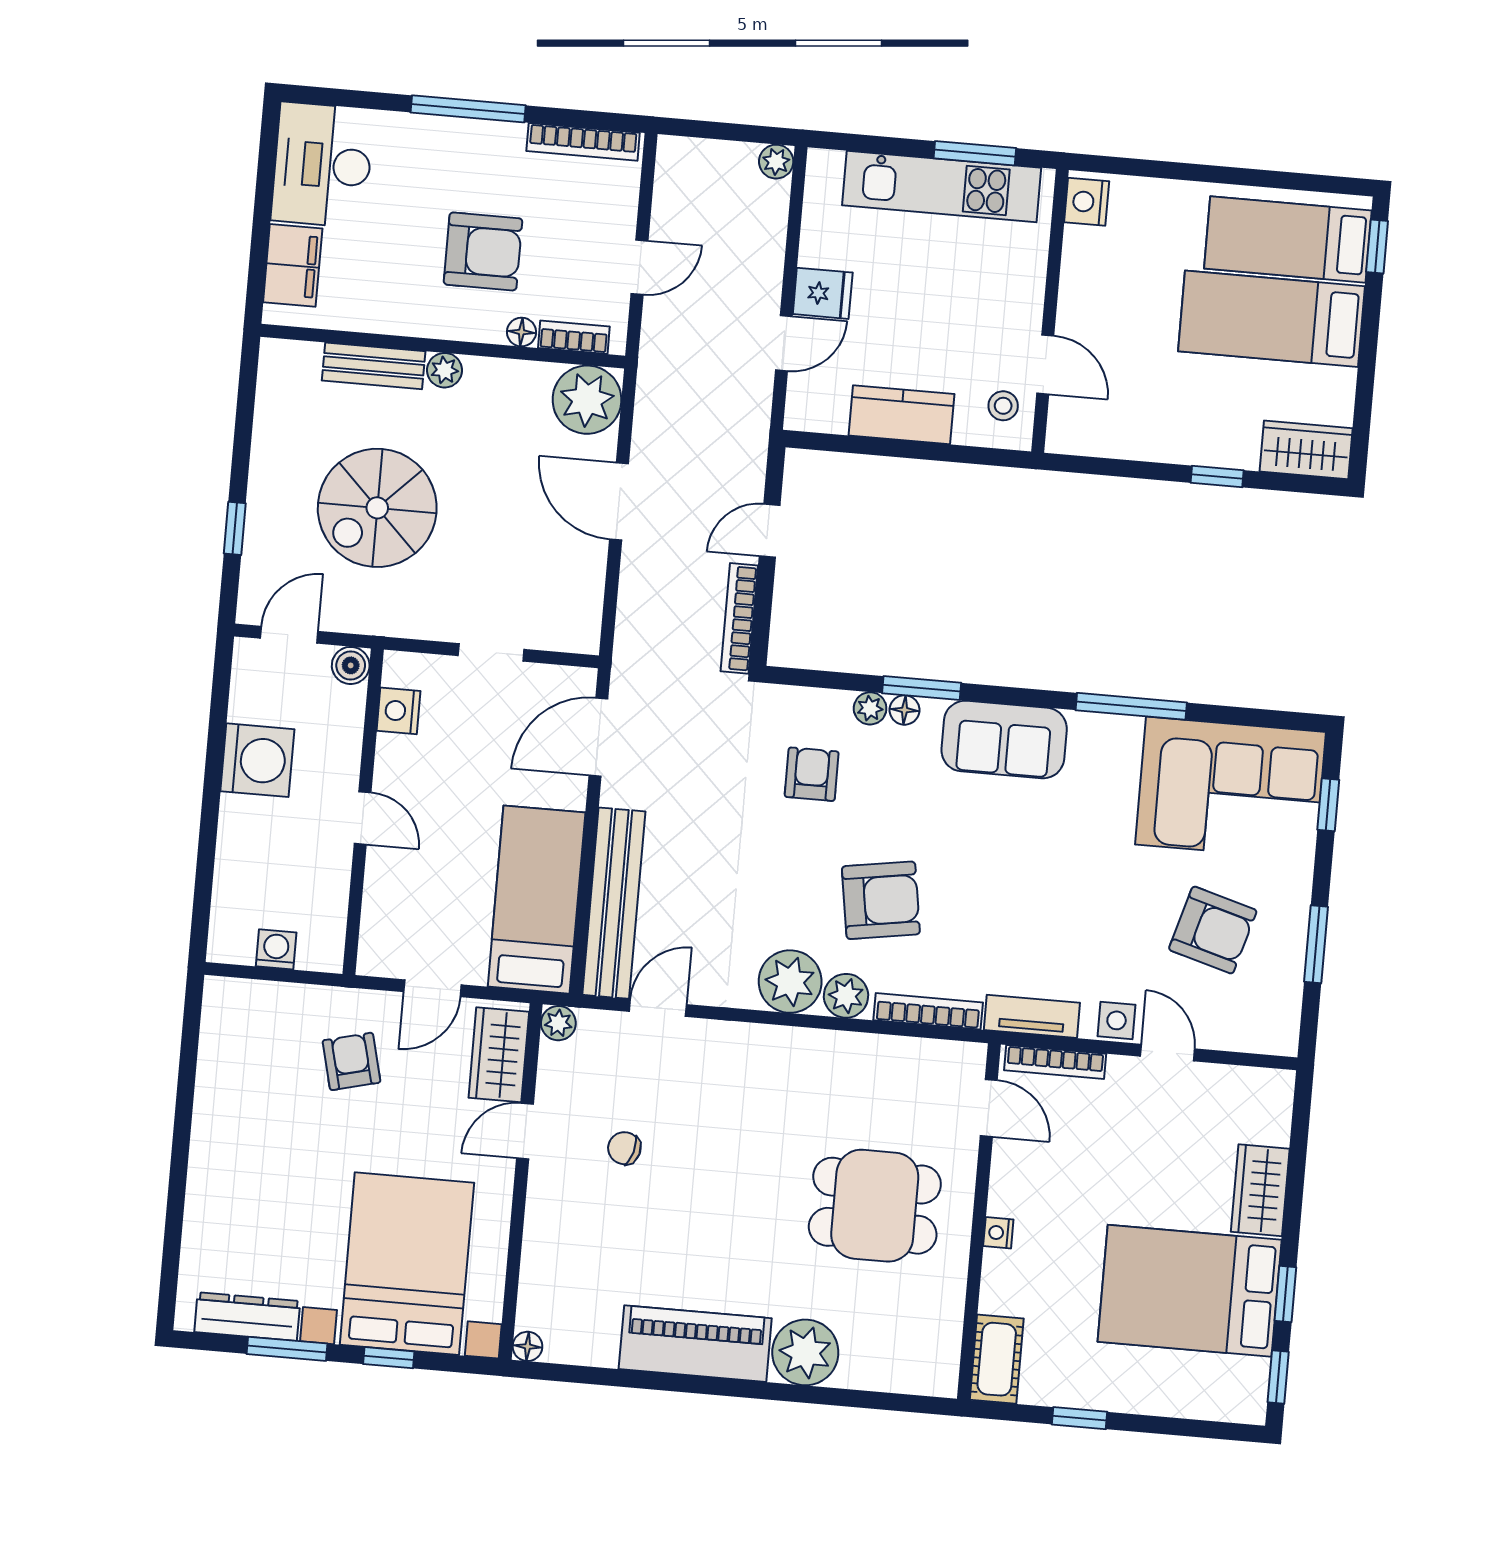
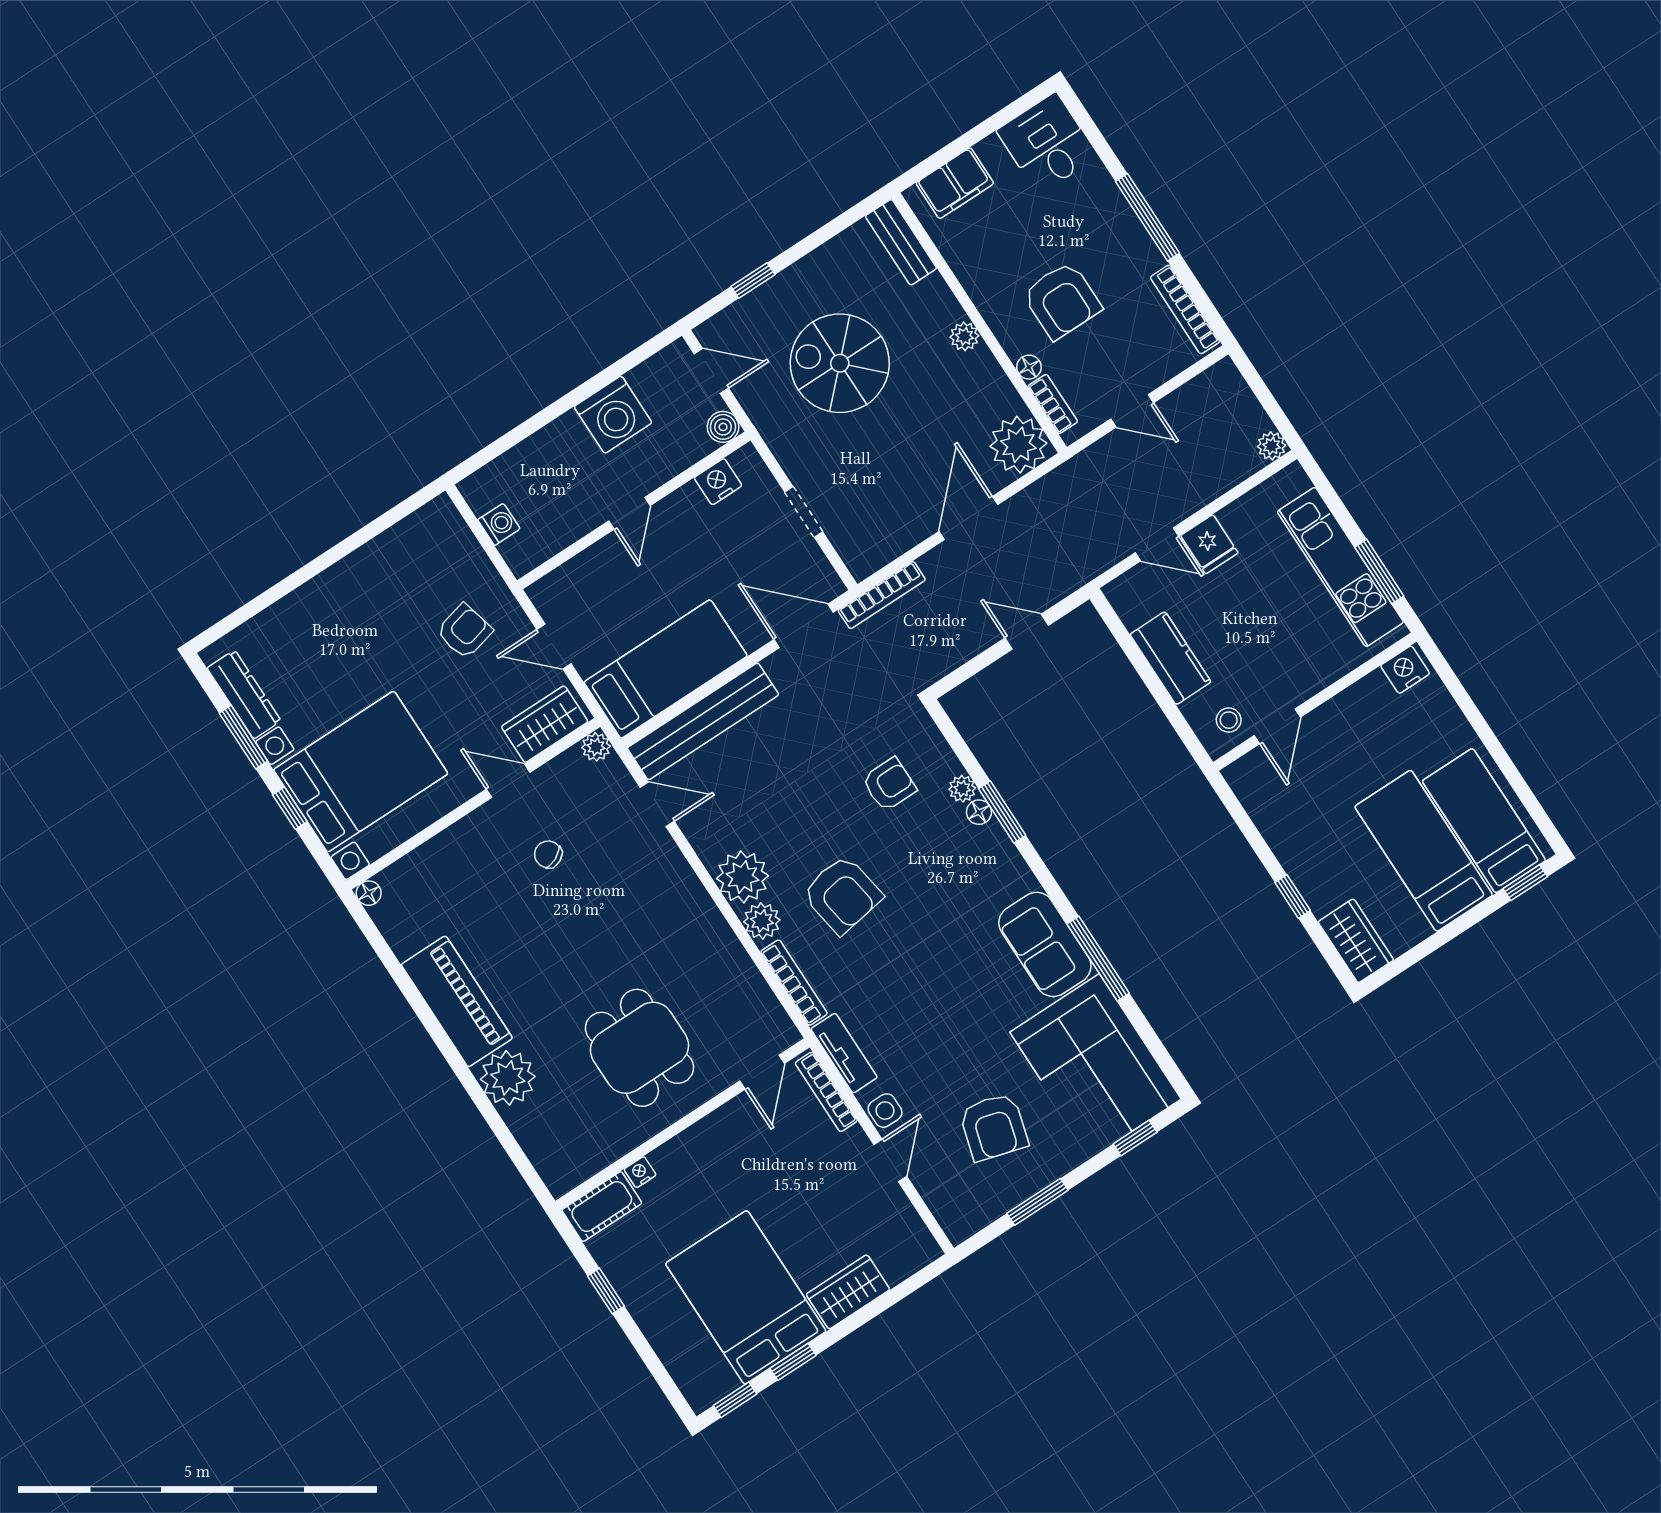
desk: (322, 165) -> (1047, 143), width x0.73
bench: (374, 366) -> (901, 242), moved
bookcase: (739, 618) -> (882, 595), moved, turned 180
sofa: (1004, 740) -> (1045, 944), moved
chair: (624, 1148) -> (548, 854), turned -42
nightstand: (998, 1233) -> (640, 1172), moved

